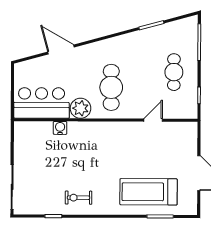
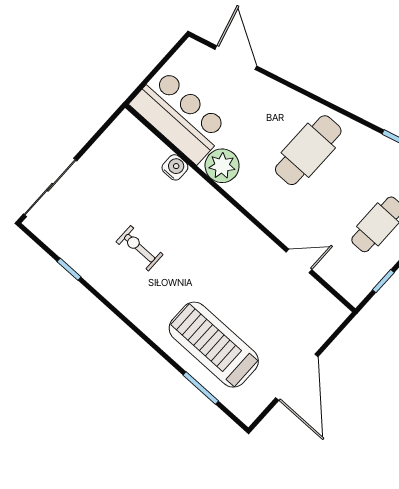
door: (61, 50) -> (236, 58), moved
cafe table: (111, 87) -> (308, 150), moved
exercise bike: (79, 198) -> (140, 248), moved

